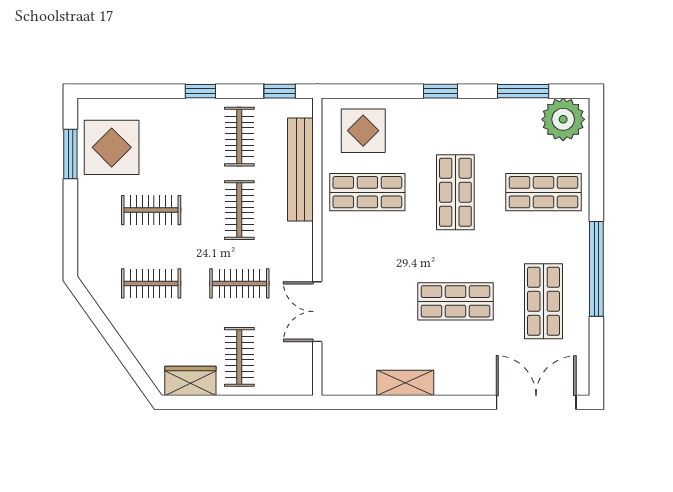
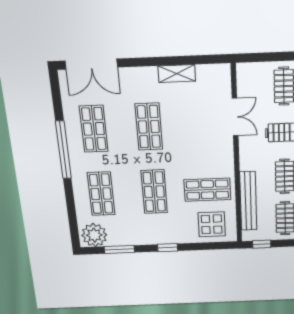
shop shelf: (544, 192) -> (101, 194), turned 90
shop shelf: (455, 301) -> (149, 127), turned 90

